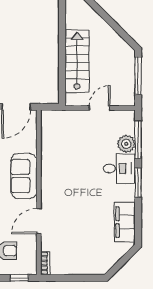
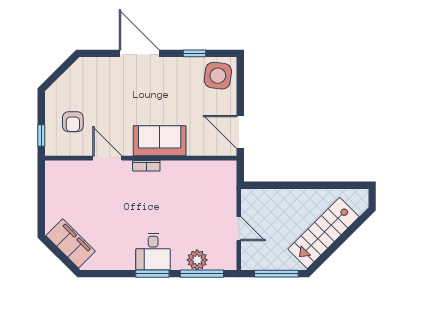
stairs: (77, 61) -> (323, 233), moved, turned 135
desk: (119, 169) -> (153, 252), moved
filing cabinet: (125, 222) -> (71, 243), moved, turned 45
bookcase: (45, 263) -> (146, 166), moved

